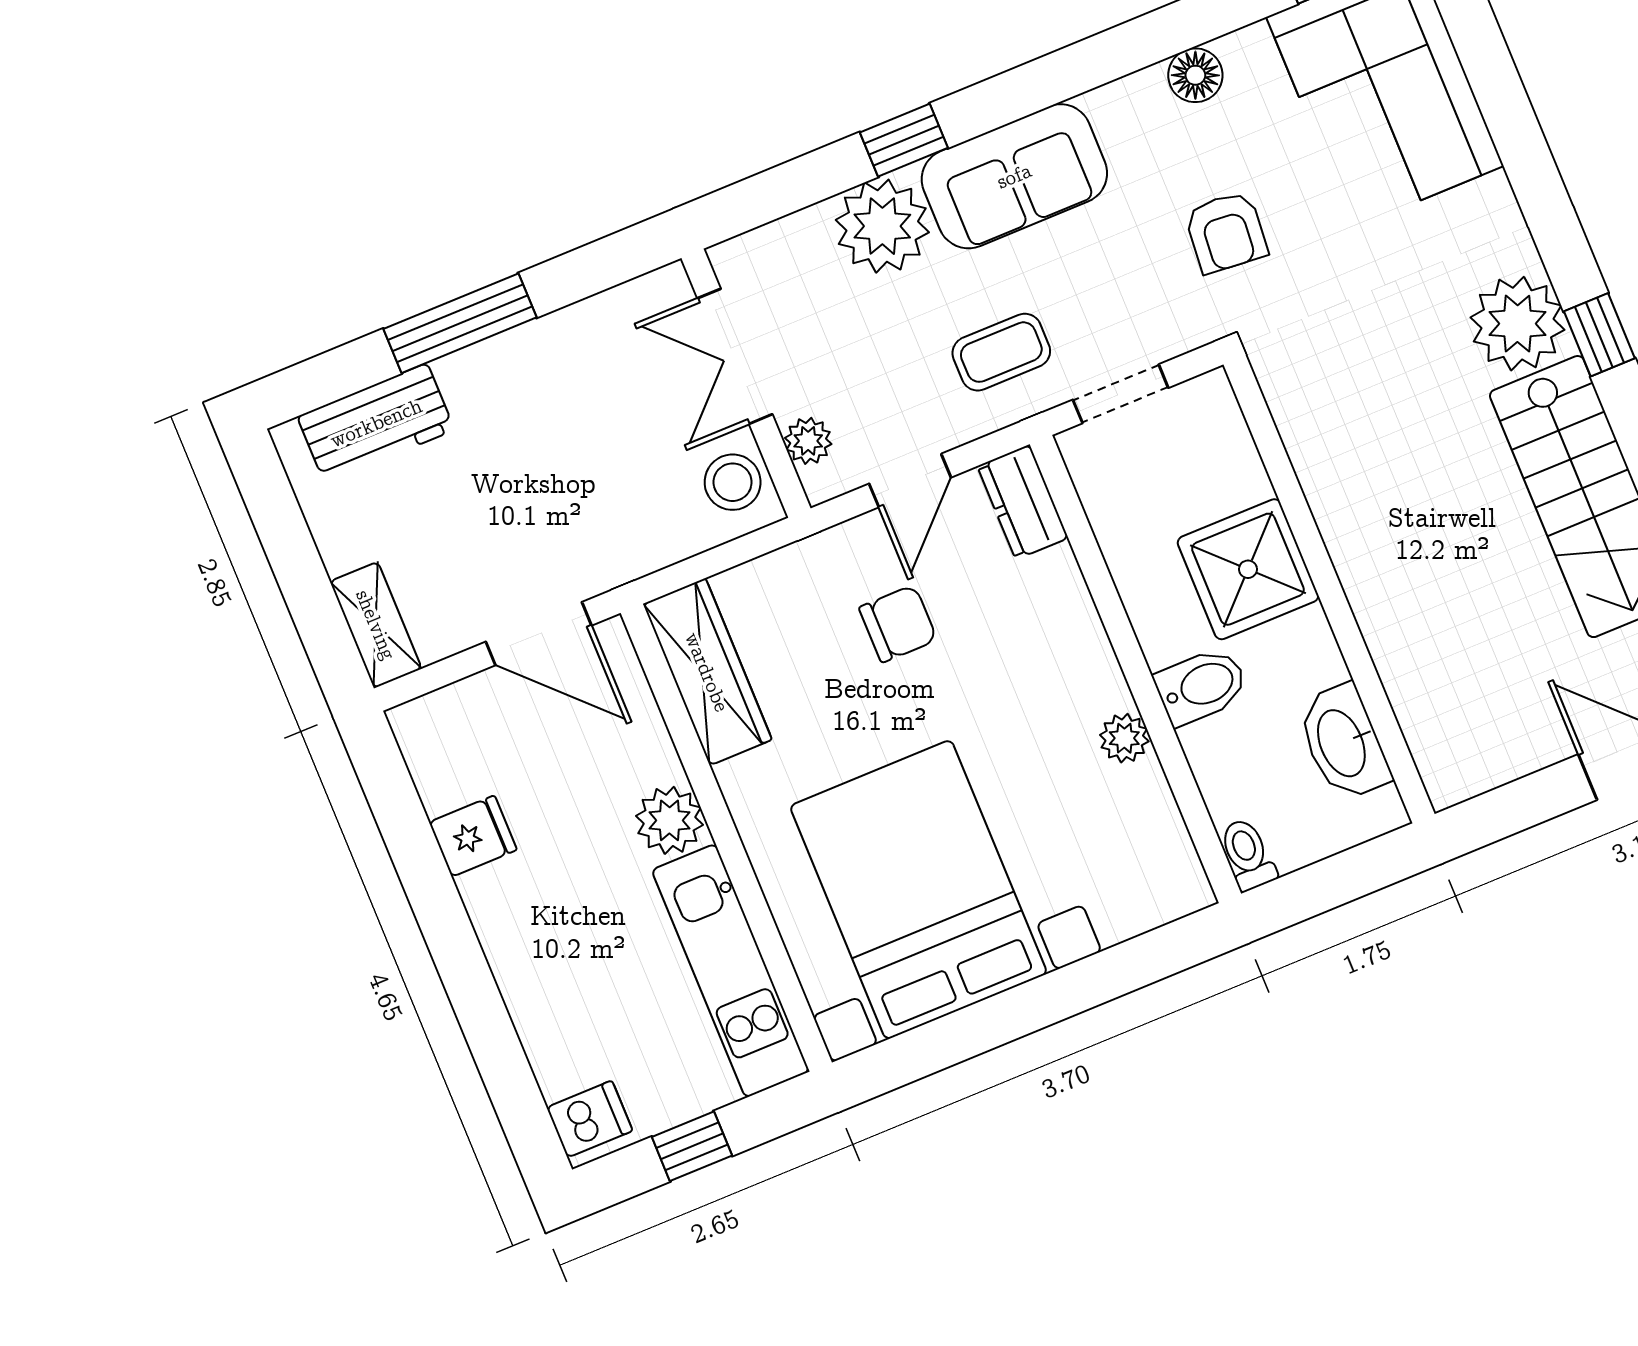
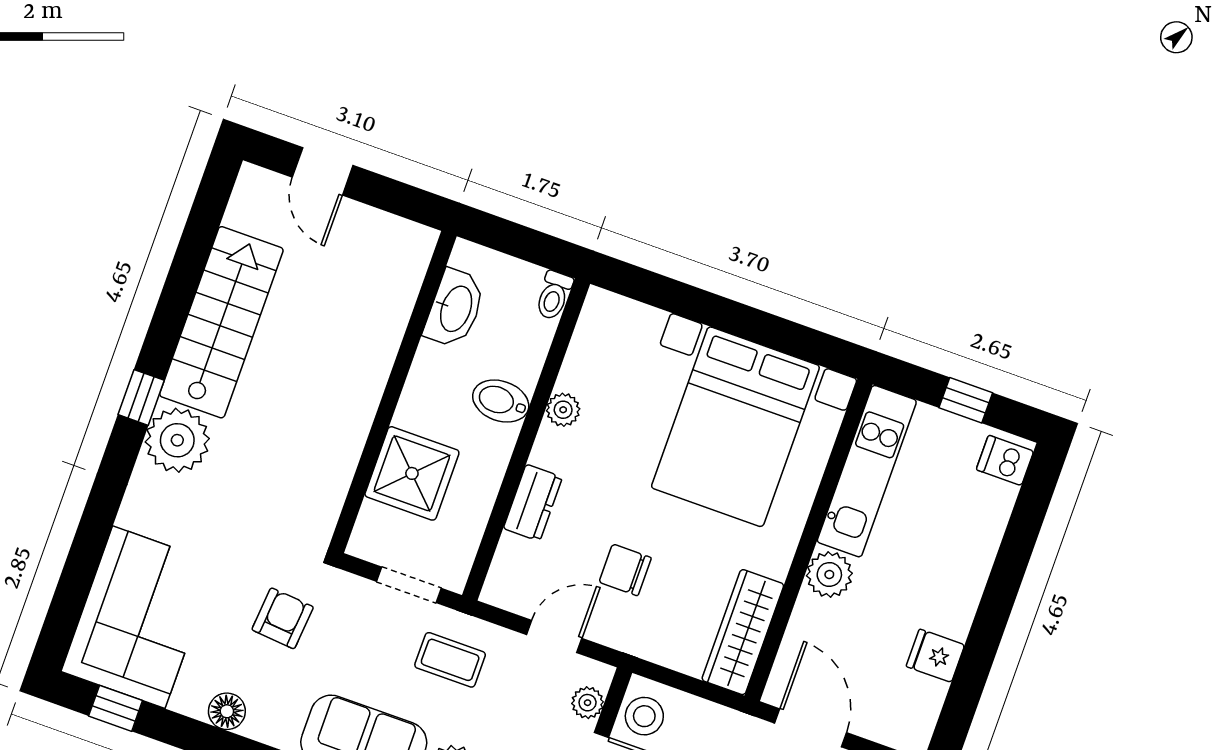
dresser: (1023, 502) -> (533, 503), moved
shower: (1248, 569) -> (412, 473), moved

